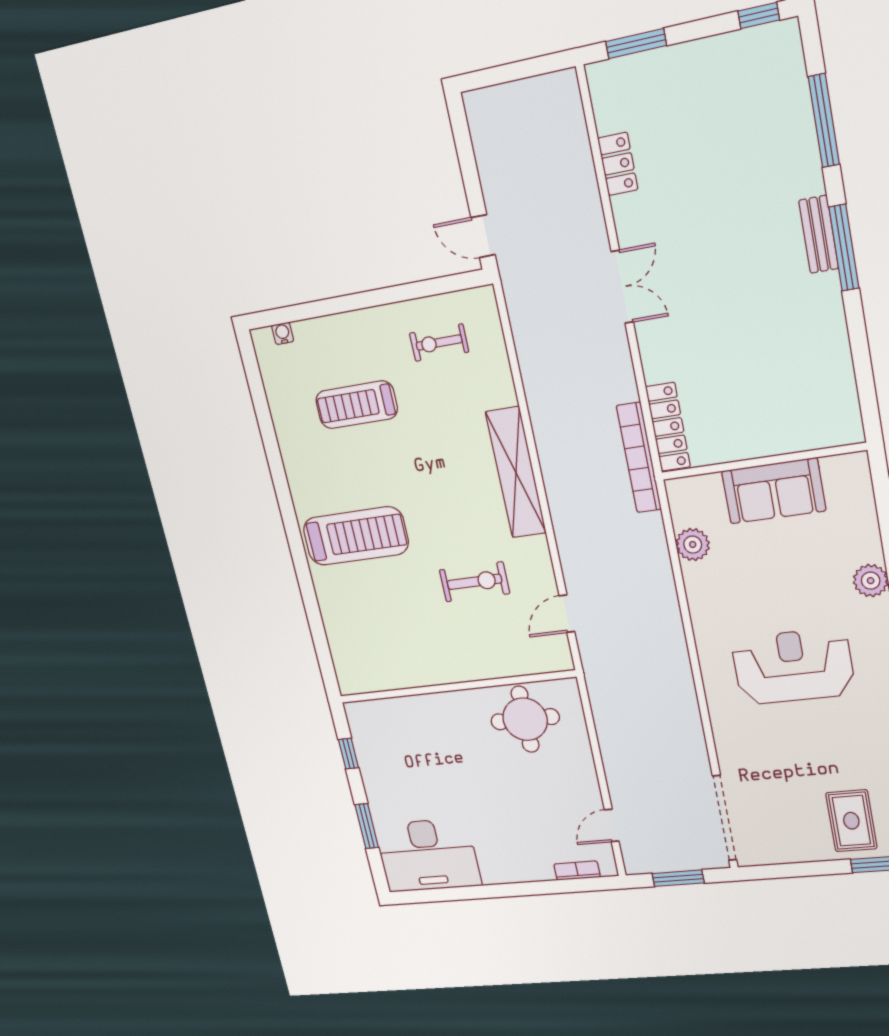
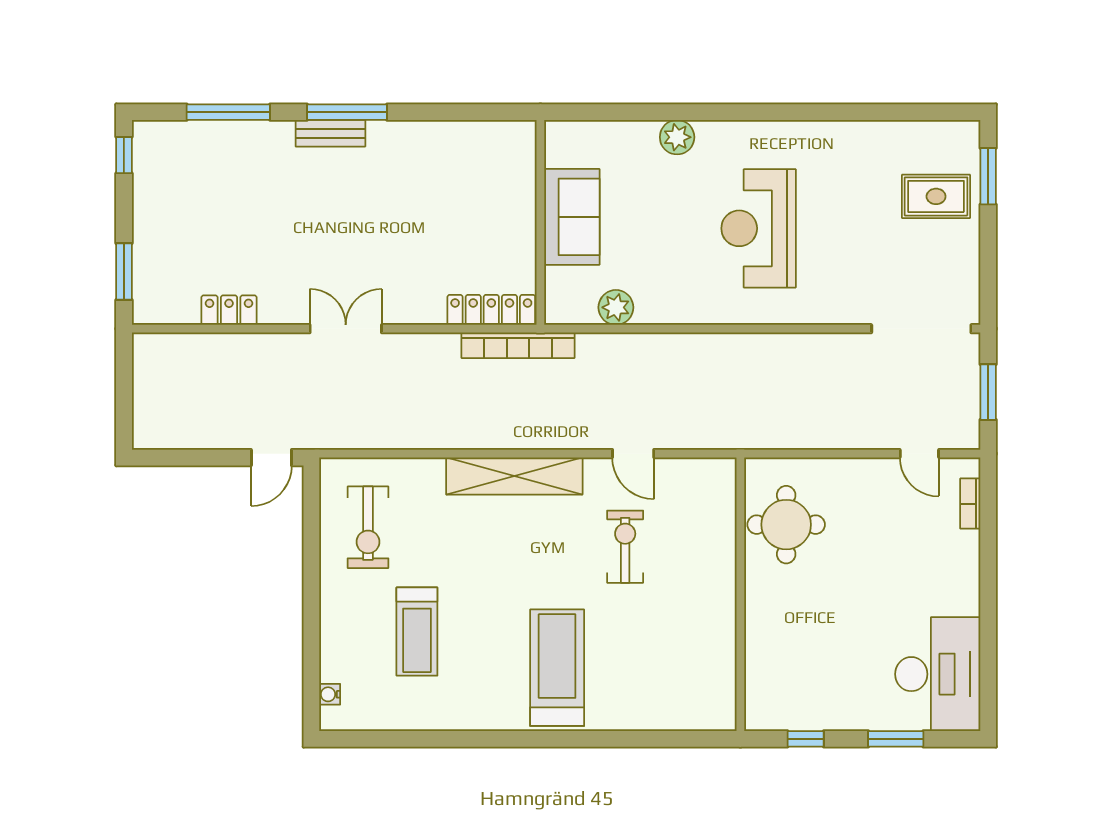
exercise bike: (439, 343) -> (368, 527), width x1.38, depth x1.39
door: (567, 614) -> (633, 454), moved

